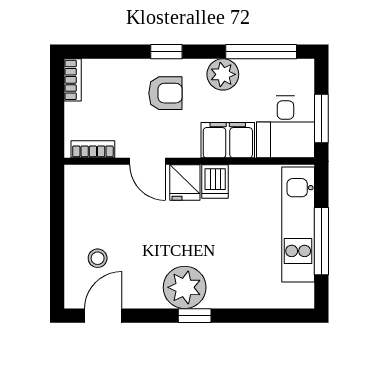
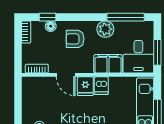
window: (166, 52) -> (48, 17), moved
floor lamp: (119, 69) -> (51, 26), added
armchair: (165, 93) -> (75, 39), turned 180

